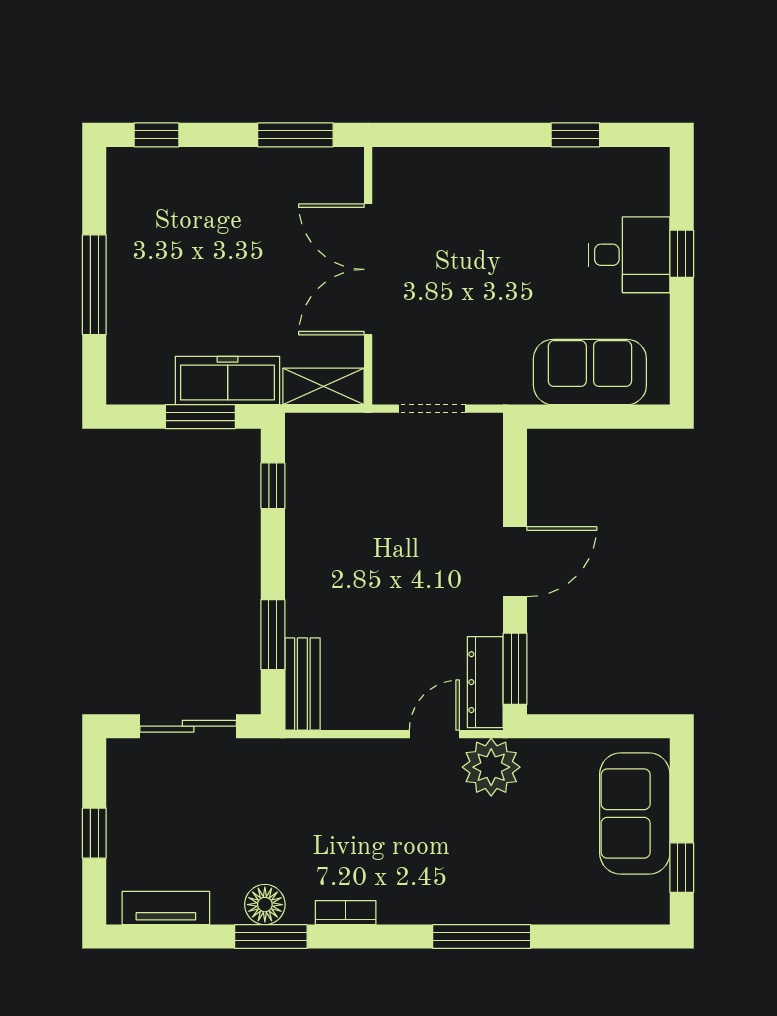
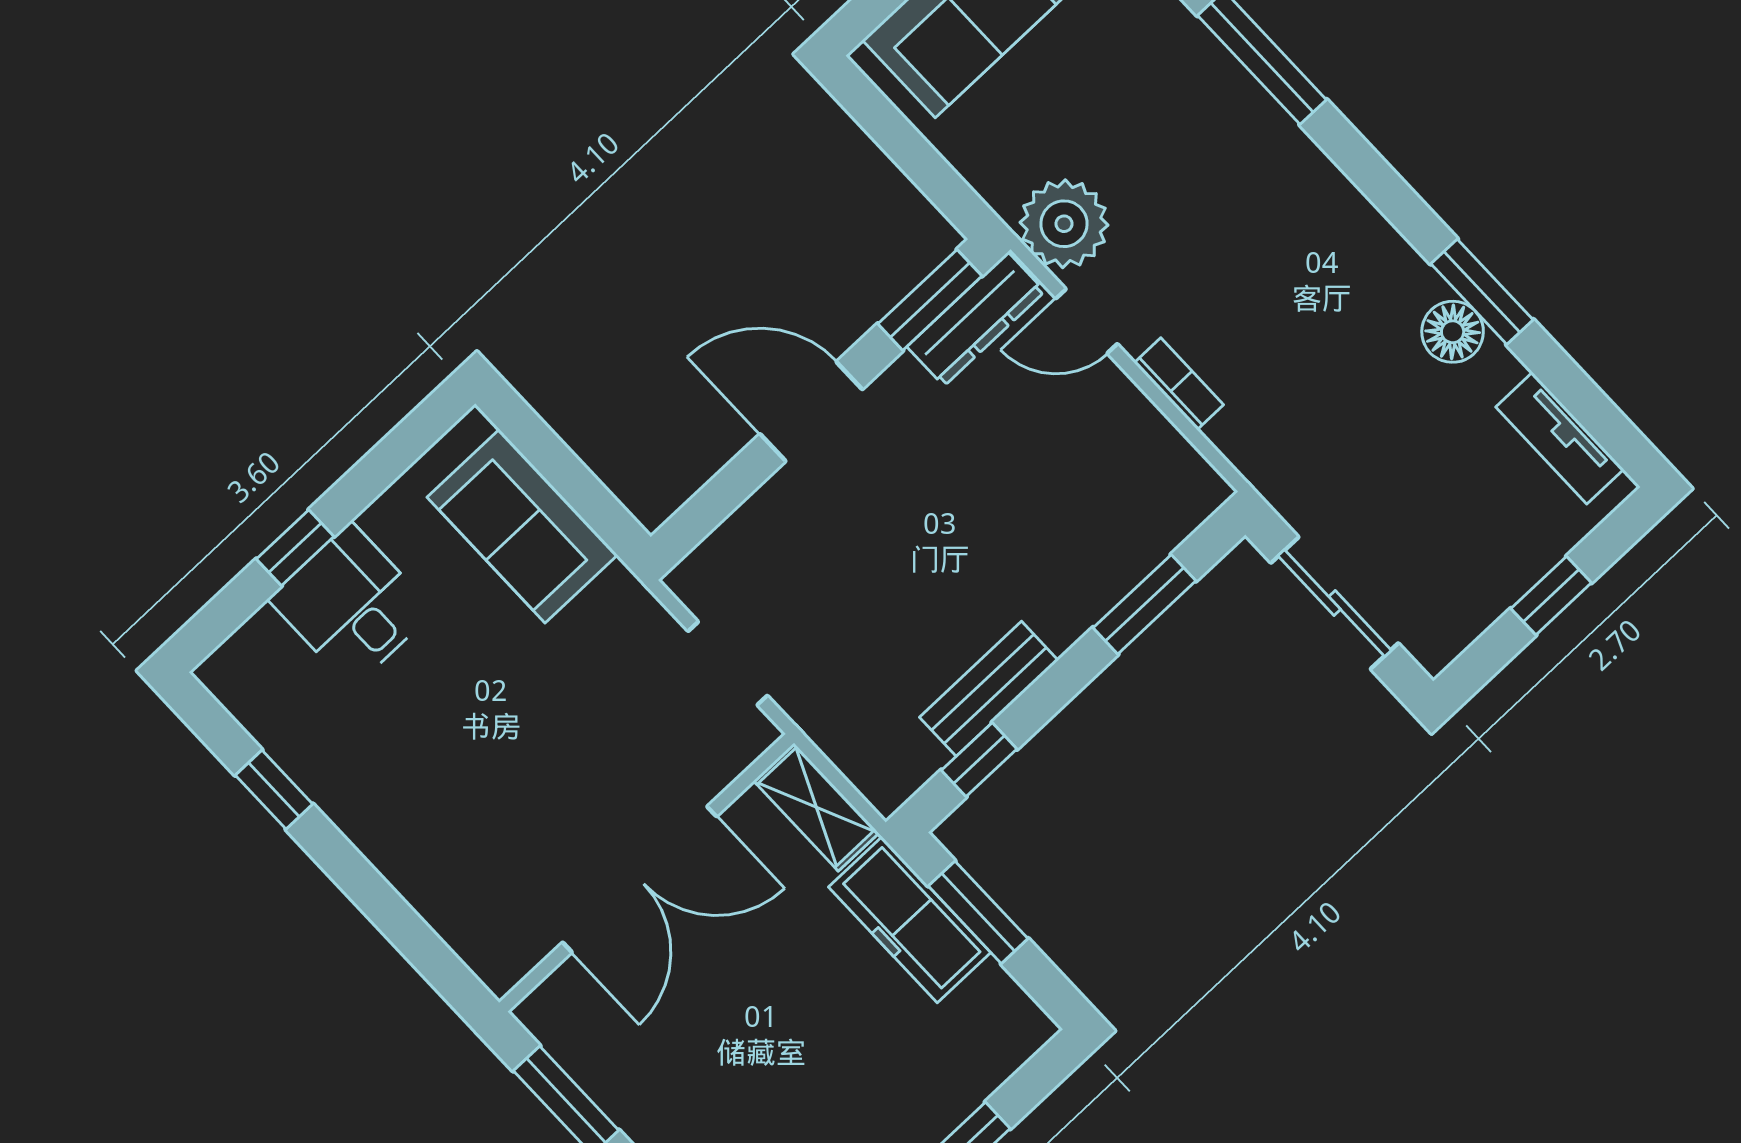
bench: (302, 684) -> (989, 689), moved
bookcase: (346, 913) -> (1179, 384), moved, turned 180

